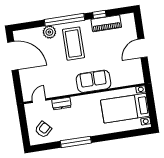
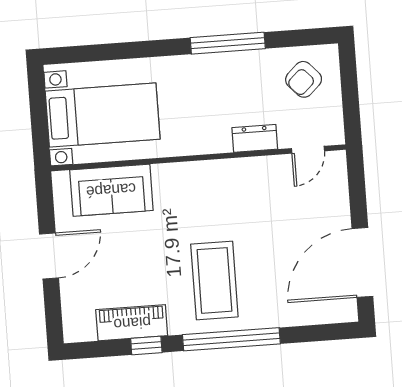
plant: (49, 32) -> (270, 313), removed
door: (13, 56) -> (362, 262), hinge flipped
sofa: (93, 81) -> (111, 190), moved

